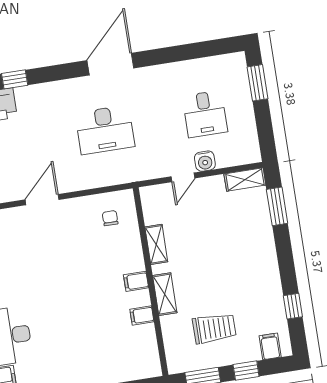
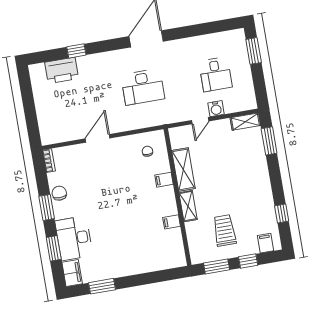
shelving: (156, 244) -> (183, 169), width x1.50, depth x1.33
filing cabinet: (136, 281) -> (164, 180), moved
trolley: (214, 328) -> (225, 231), turned -90

